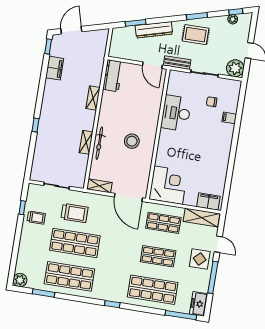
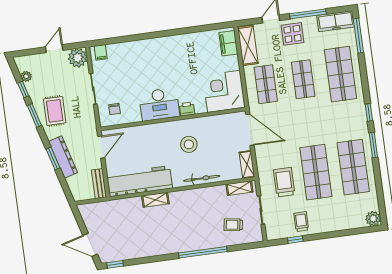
window: (236, 12) -> (23, 89), moved
window: (136, 23) -> (53, 159), moved
bench: (177, 63) -> (99, 184), moved
filing cabinet: (55, 68) -> (136, 250), removed
workbench: (113, 76) -> (140, 181), width x1.88, depth x1.32
chair: (212, 102) -> (114, 109), moved
desk: (176, 113) -> (159, 104), moved
filing cabinet: (229, 118) -> (101, 52), moved
window: (35, 125) -> (203, 252), width x3.17
shelving: (86, 142) -> (240, 188), moved
printer: (163, 149) -> (187, 109), added
trolley: (51, 158) -> (233, 225), added
door: (128, 197) -> (250, 130), hinge flipped
window: (43, 293) -> (373, 145), moved
freezer: (199, 304) -> (336, 21), width x1.40

